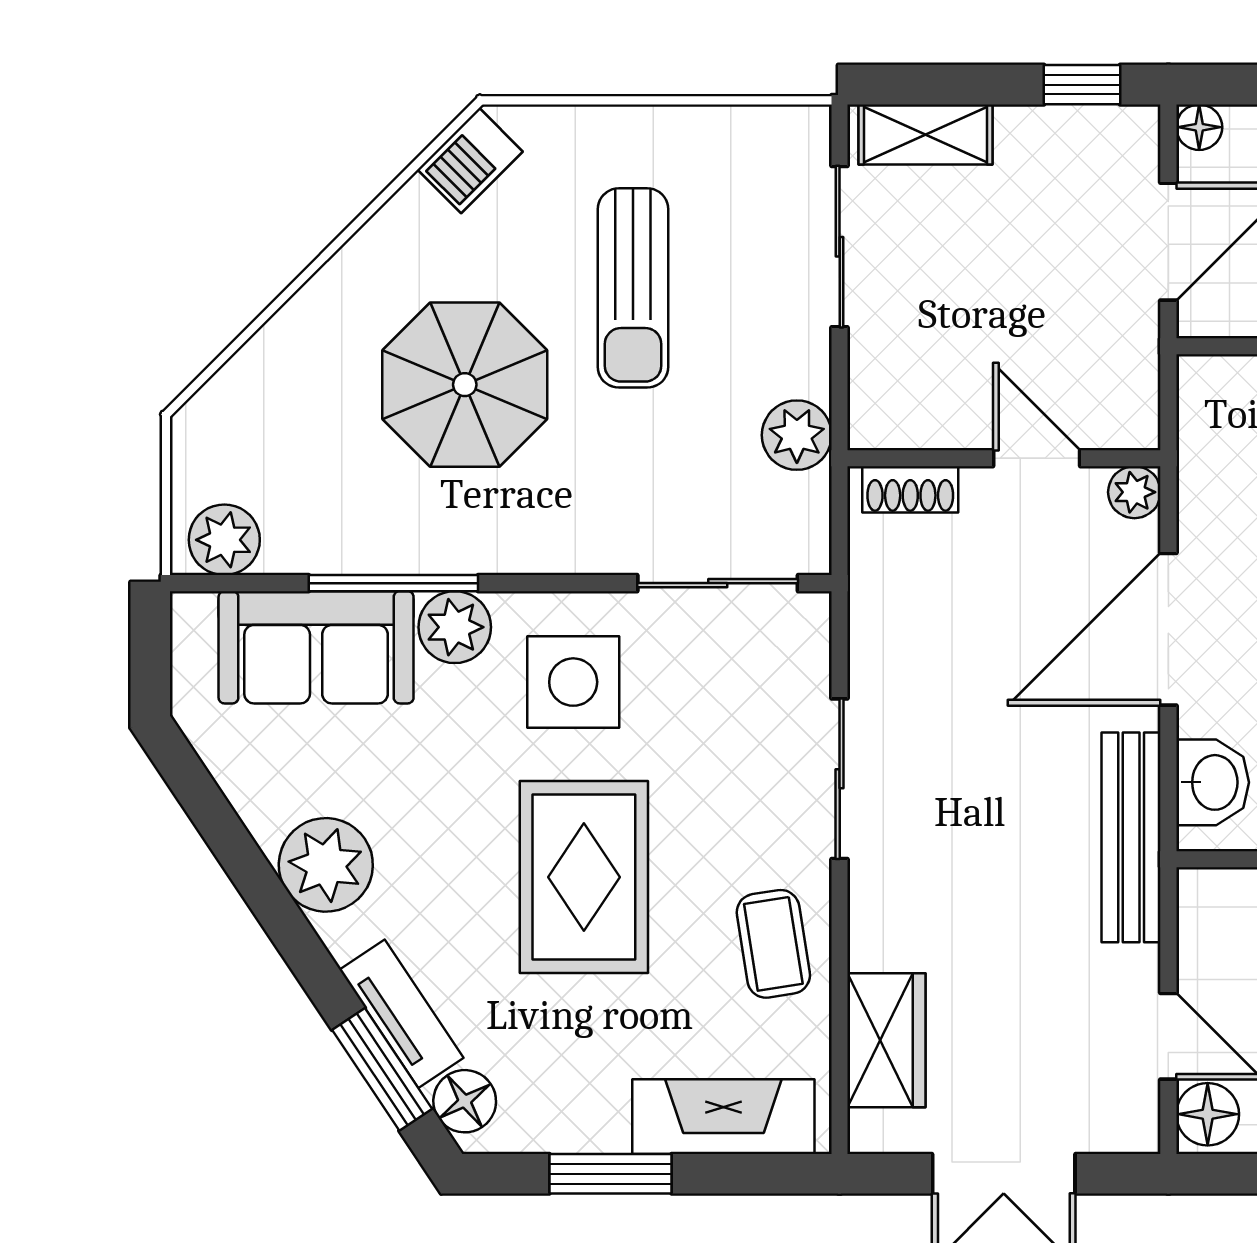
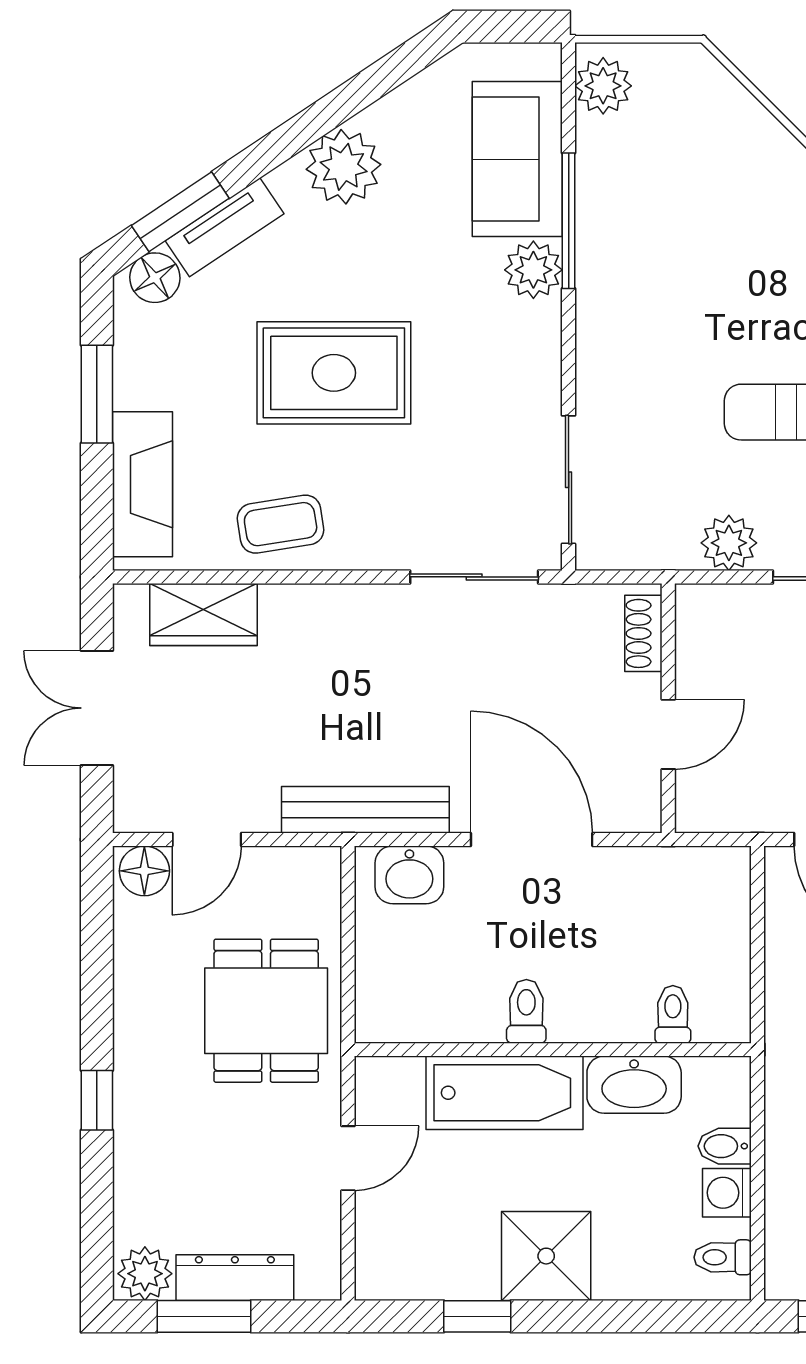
parasol: (465, 385) -> (727, 278), removed
plant: (797, 435) -> (729, 543), moved
plant: (1134, 492) -> (641, 812), removed
side table: (573, 682) -> (490, 364), removed
sliding door: (840, 779) -> (474, 577), moved

